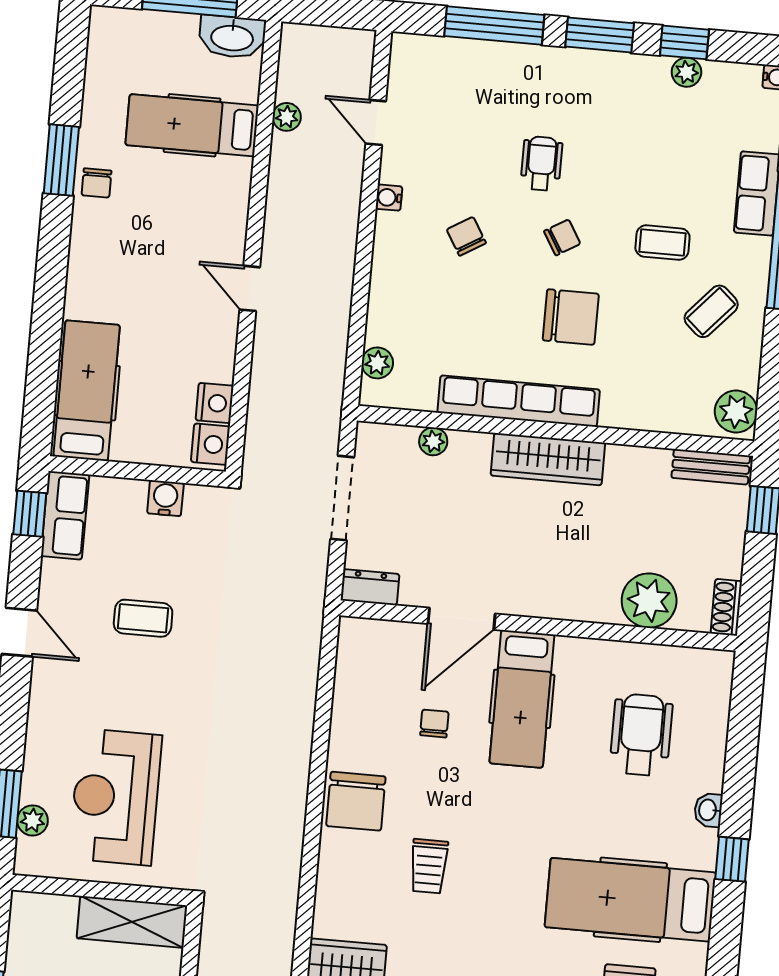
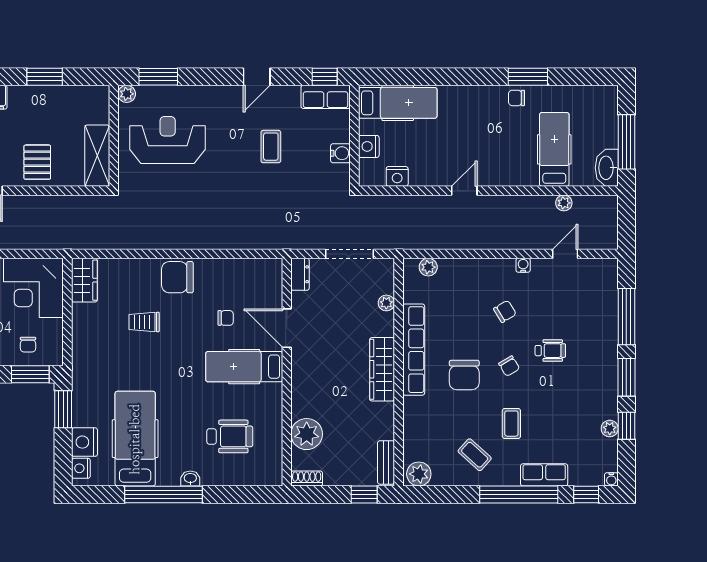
nightstand: (211, 444) -> (369, 146), moved, turned 90
plant: (33, 820) -> (127, 94), moved
window: (732, 859) -> (163, 495), width x3.17

